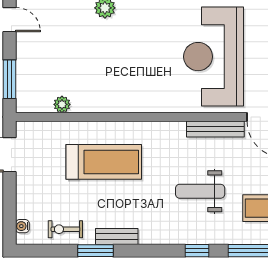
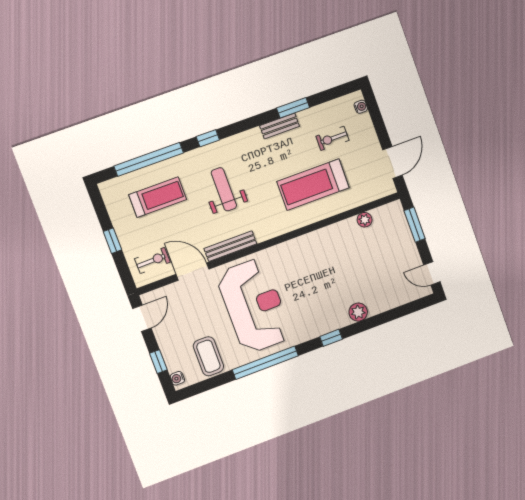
weight bench: (200, 191) -> (224, 189), turned -90
exercise bike: (65, 229) -> (332, 138), moved, turned 180

